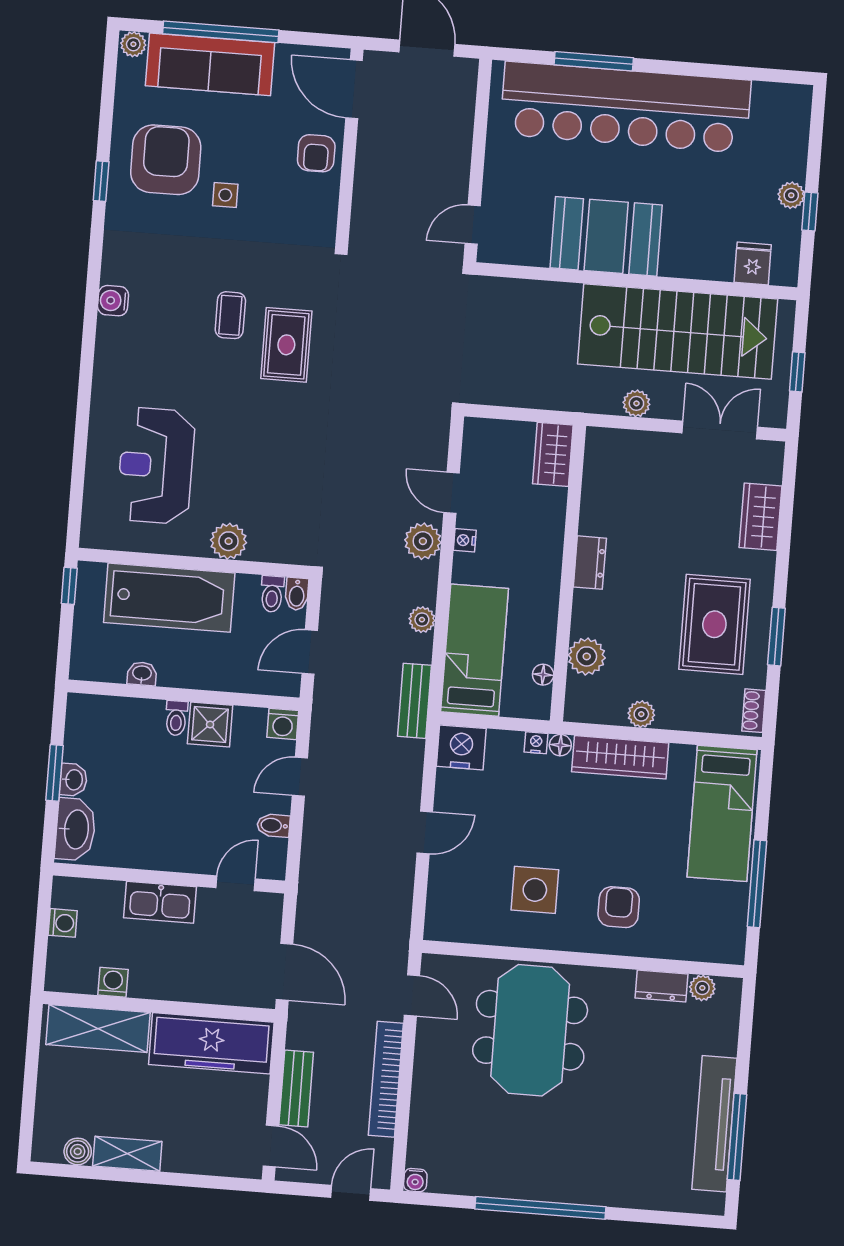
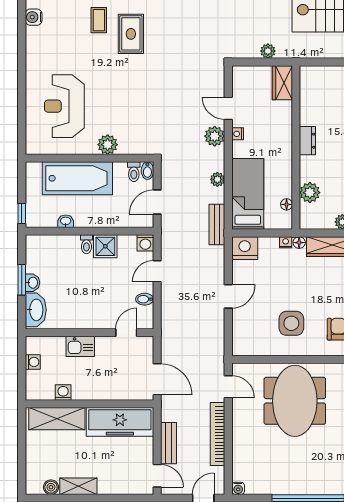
plant: (636, 403) -> (268, 51), moved
window: (69, 586) -> (22, 214), moved
kitchen sink: (160, 902) -> (80, 346), width x0.73

